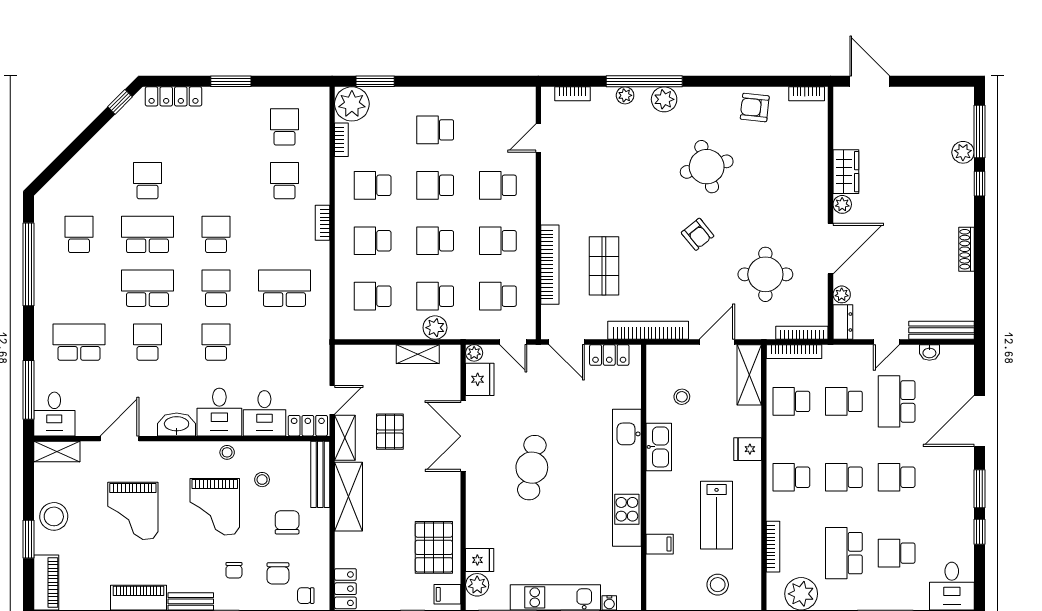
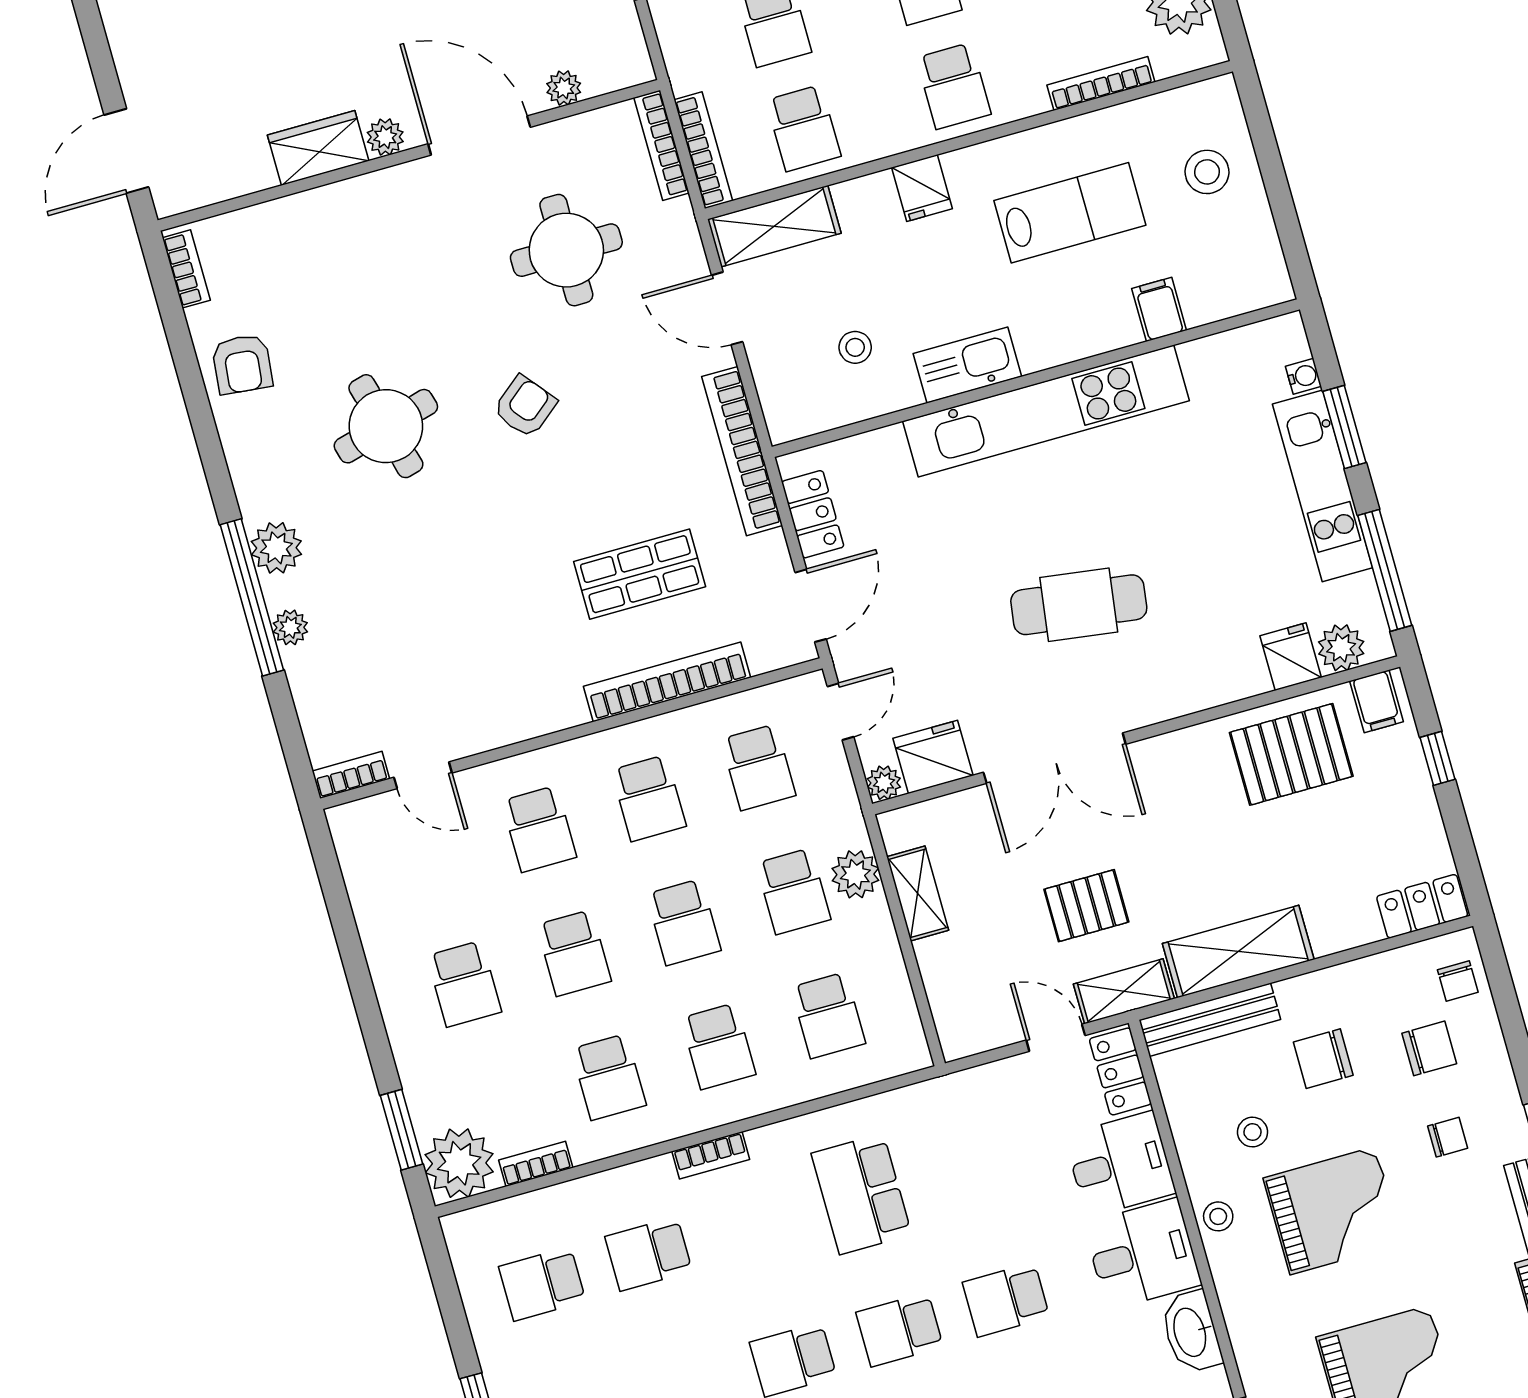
bookcase: (572, 94) -> (351, 775), moved, turned -90
dresser: (843, 322) -> (618, 70), removed

